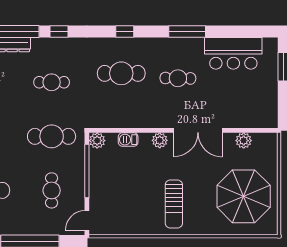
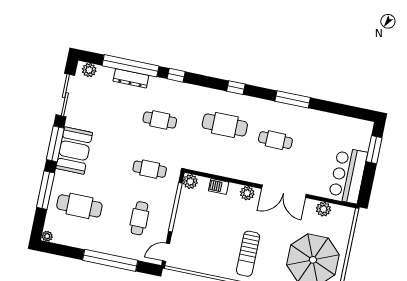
bar counter: (233, 53) -> (348, 175), moved, turned 90
cafe table: (52, 136) -> (150, 169), width x0.73, depth x0.74

